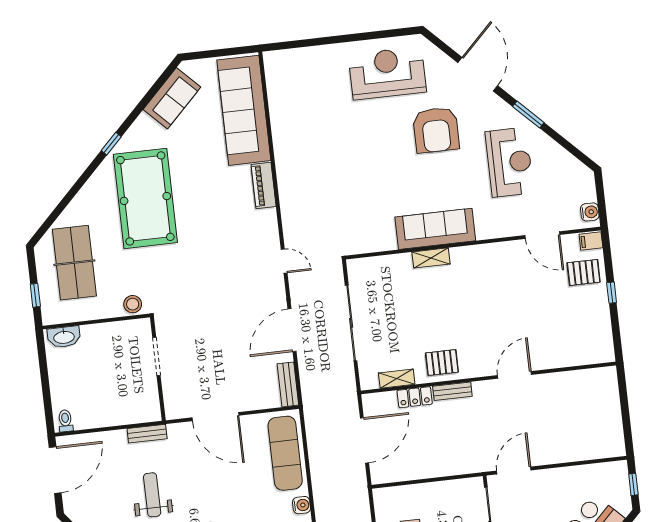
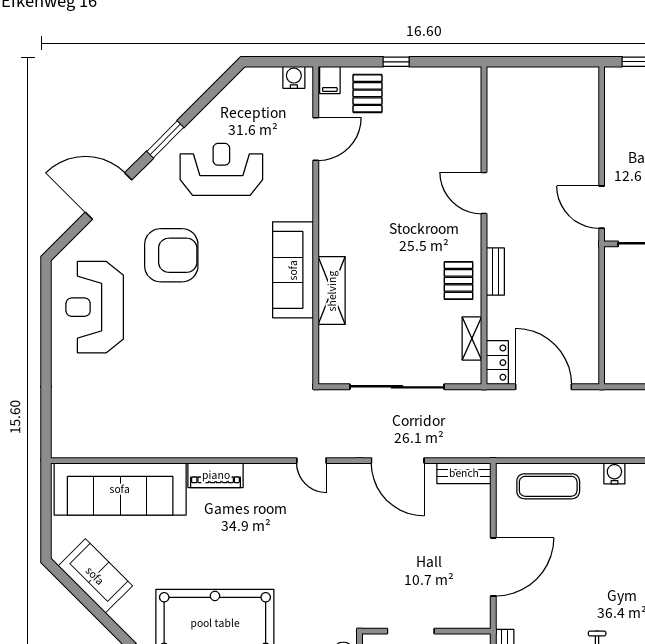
shelving: (431, 258) -> (332, 291), width x1.50, depth x1.33
door: (284, 261) -> (311, 461), swing flipped
locker: (415, 397) -> (497, 363), moved
exercise mat: (285, 453) -> (548, 486), width x0.73, depth x0.69

